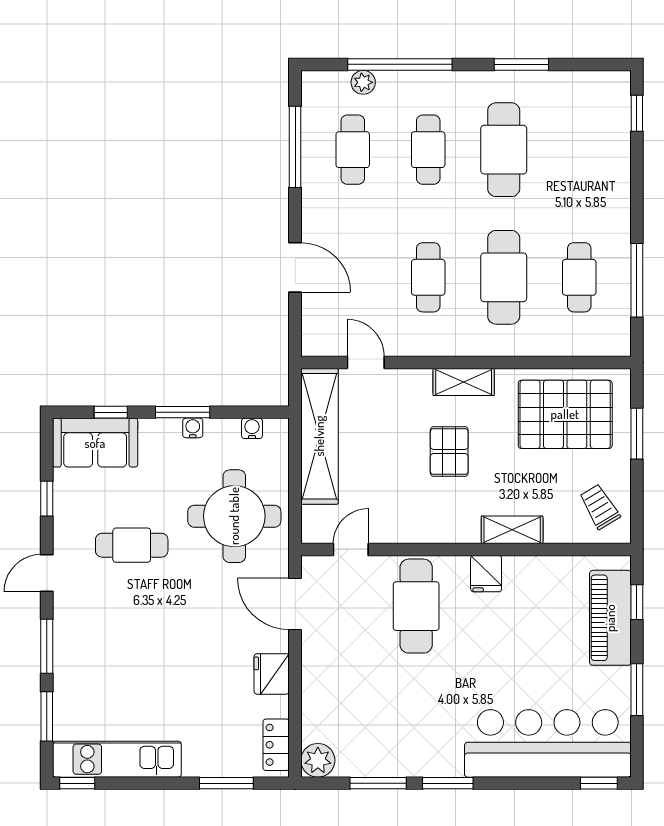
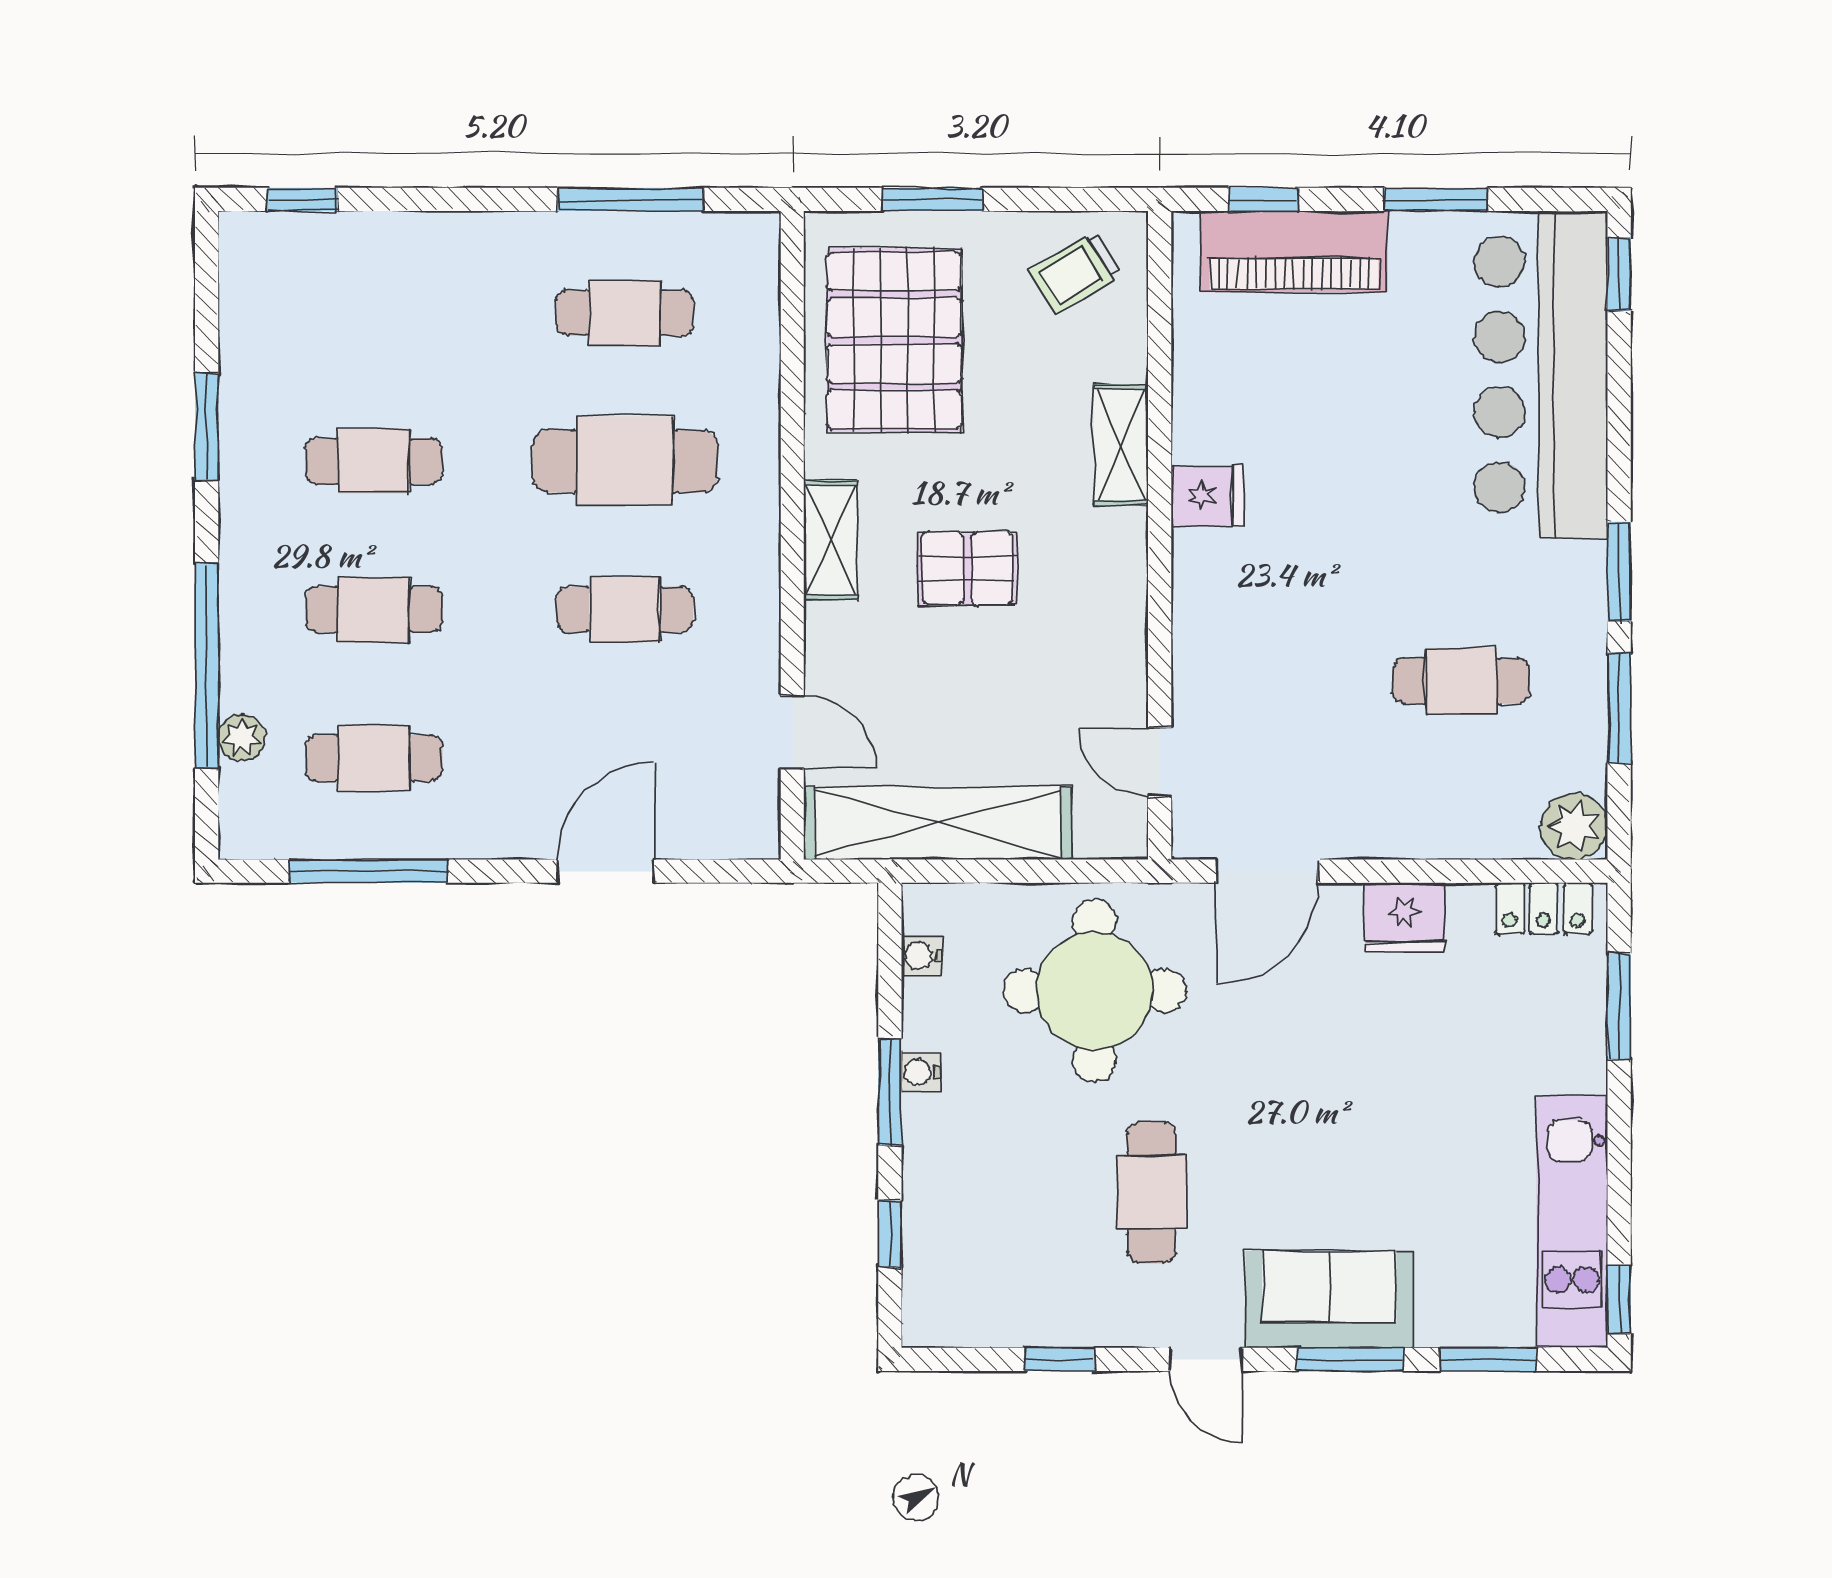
cafe table: (504, 150) -> (374, 461), width x0.73, depth x0.74
door: (366, 362) -> (792, 732), swing flipped
sofa: (95, 443) -> (1329, 1299), moved, turned -90
cafe table: (416, 606) -> (1461, 681), moved, width x0.73, depth x0.74

